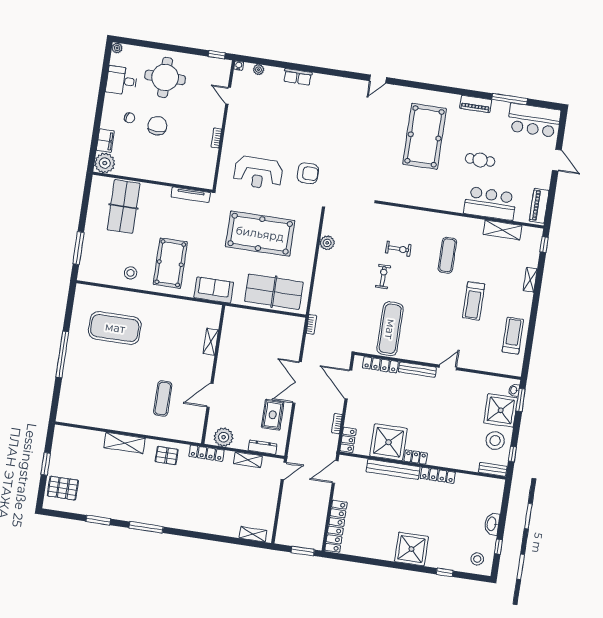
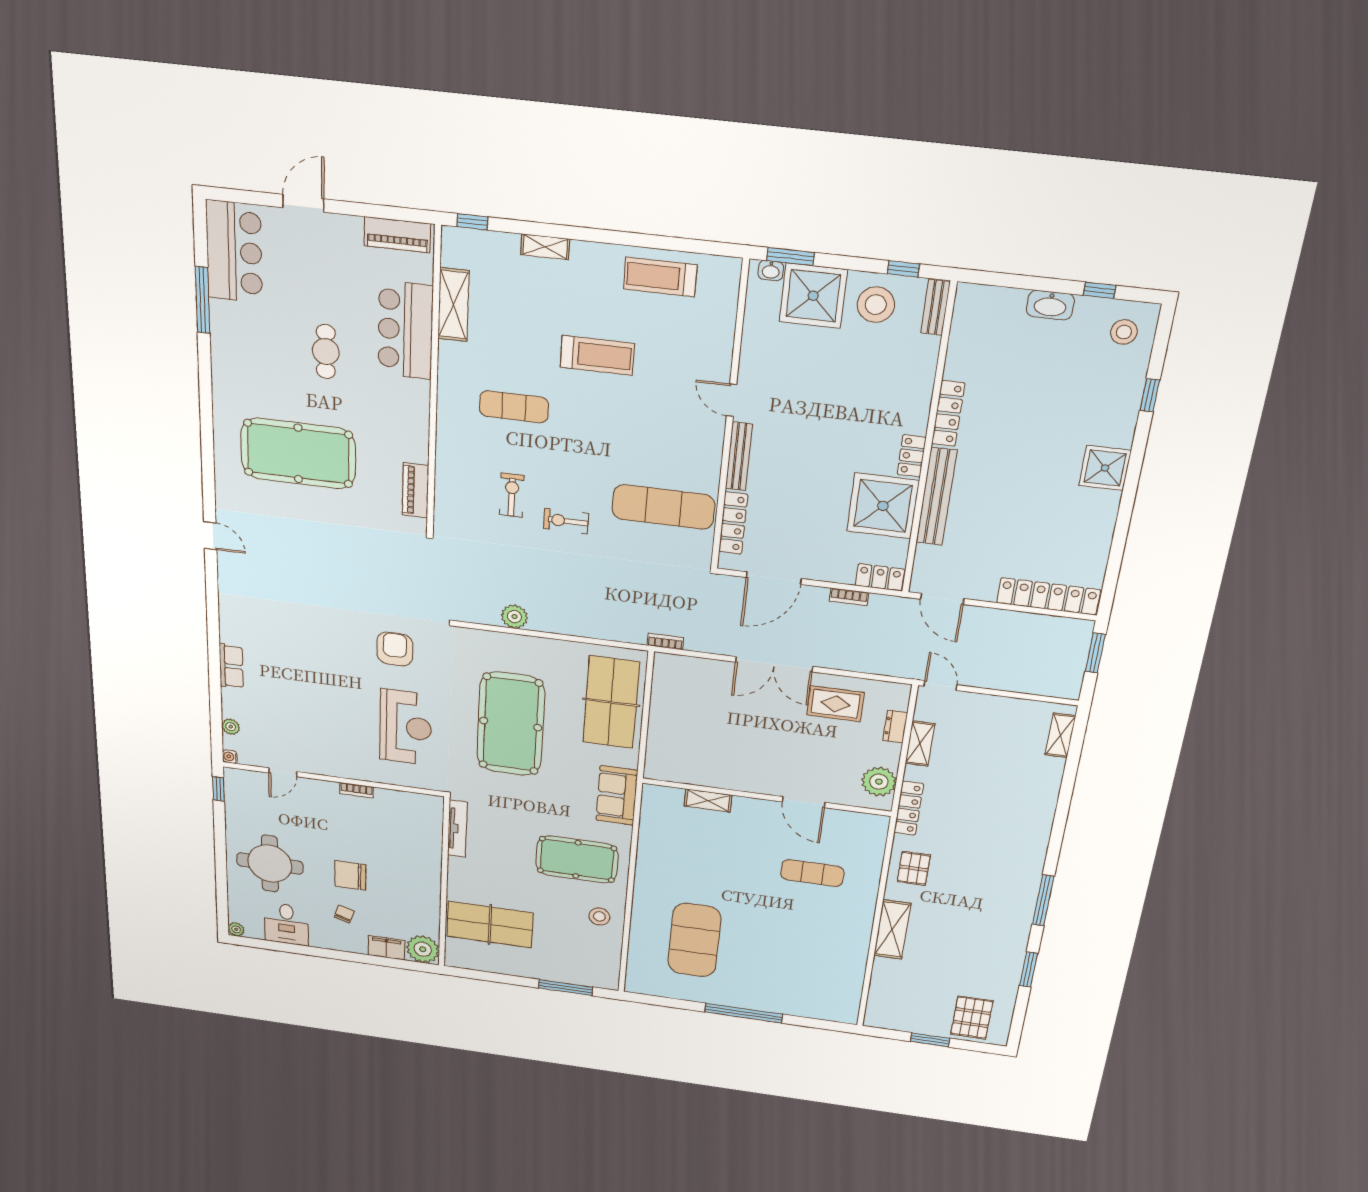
piano: (476, 104) -> (416, 490), moved, turned 180
dresser: (263, 447) -> (895, 727), width x0.70
shower: (411, 549) -> (1105, 468), width x0.73, depth x0.73

